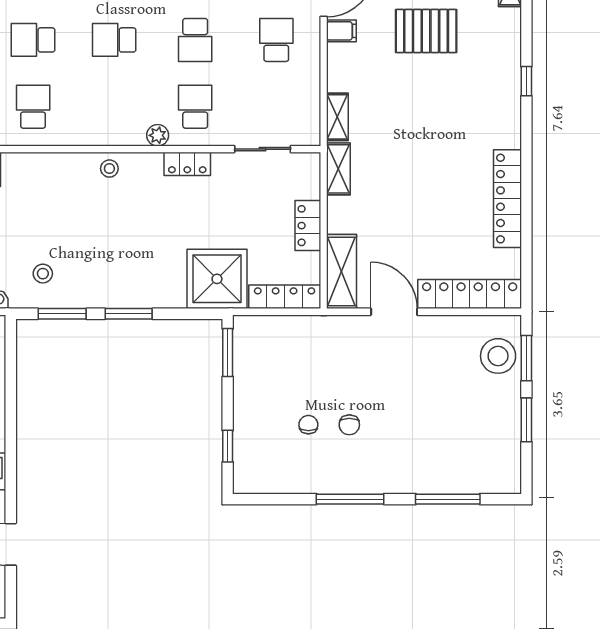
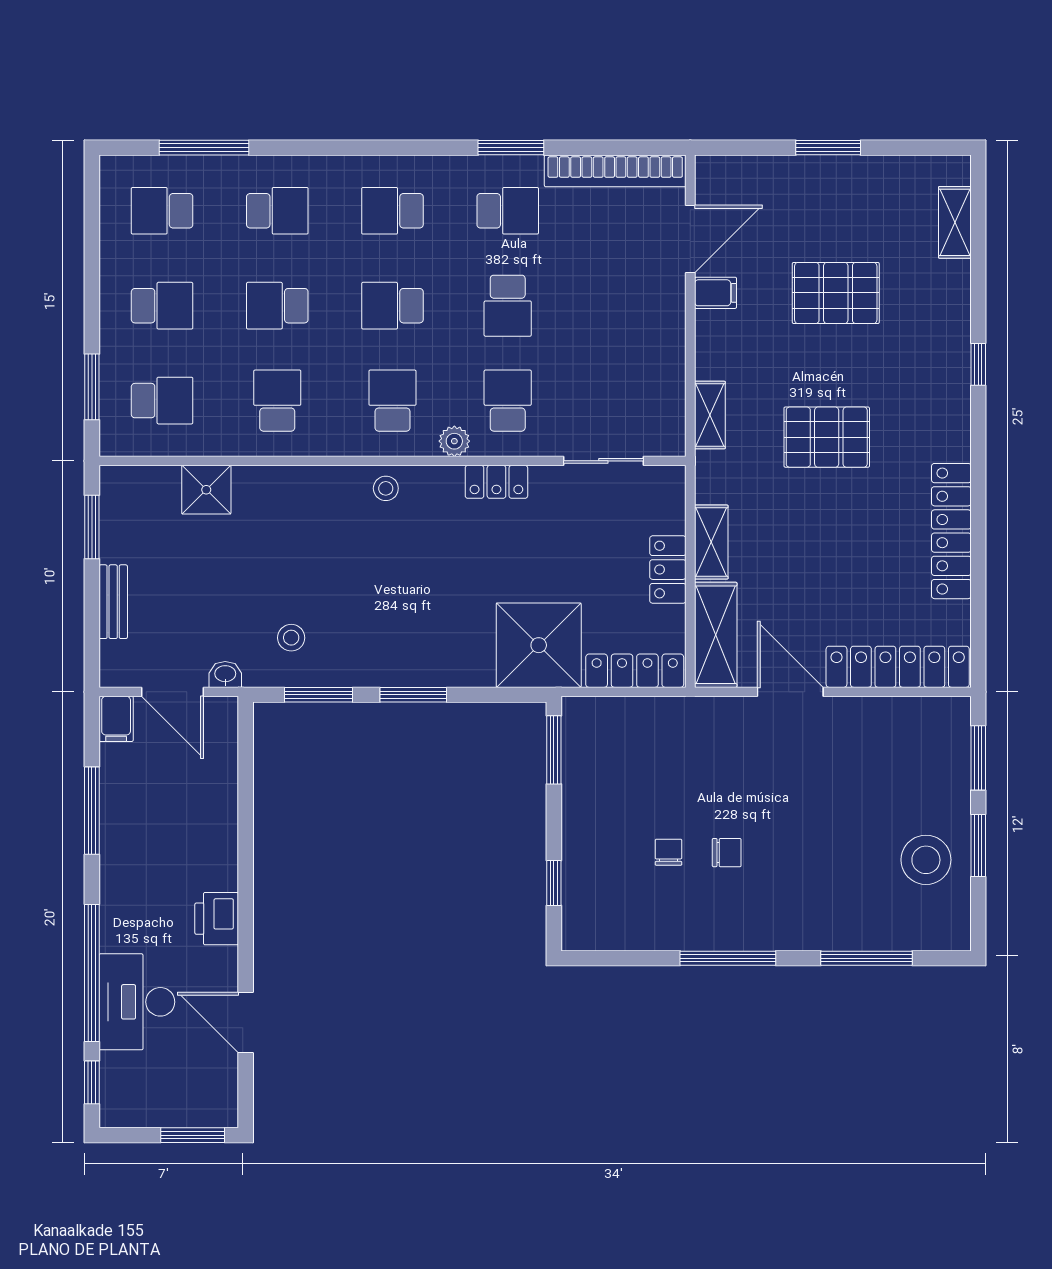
school desk: (276, 40) -> (392, 401), moved
pallet: (420, 132) -> (827, 437), added
shelving: (338, 169) -> (711, 542), moved
stool: (498, 356) -> (926, 860), moved
chair: (349, 425) -> (727, 853), turned -90

